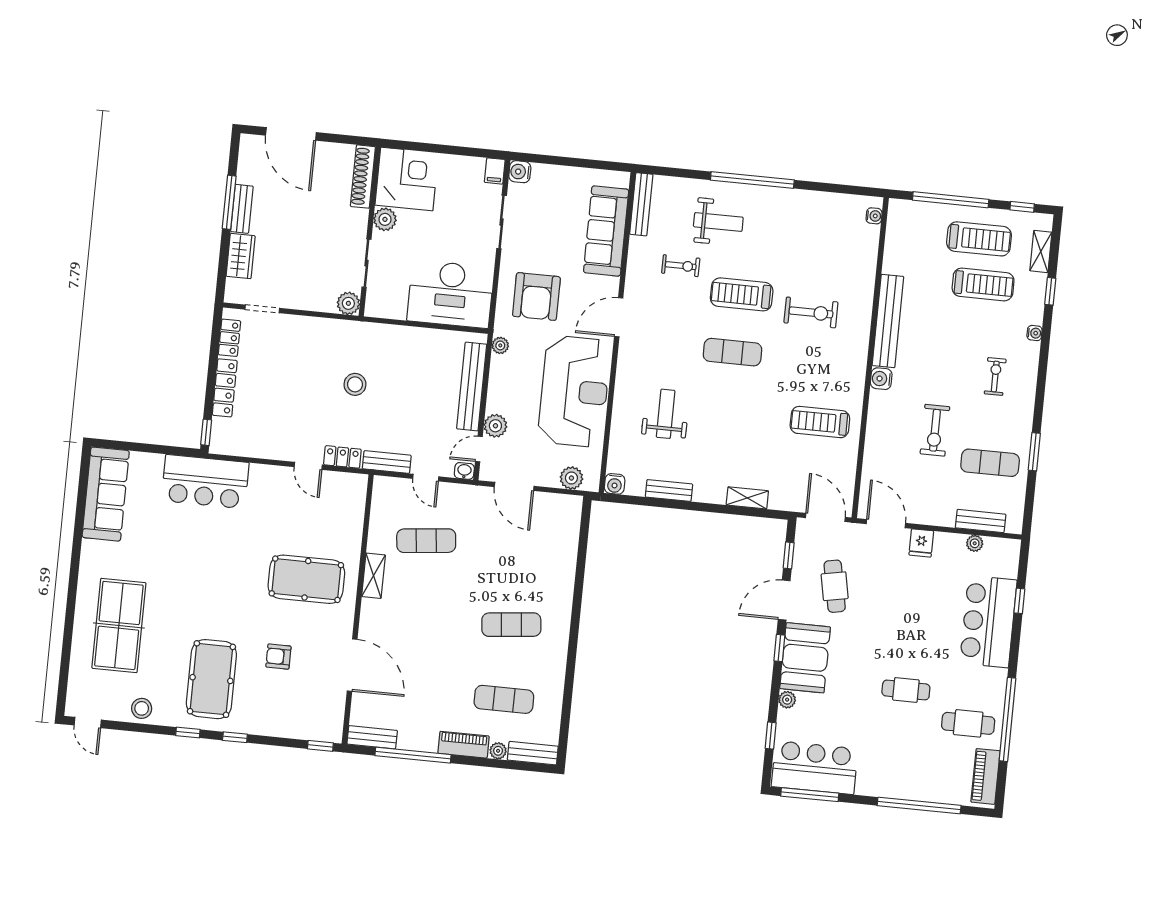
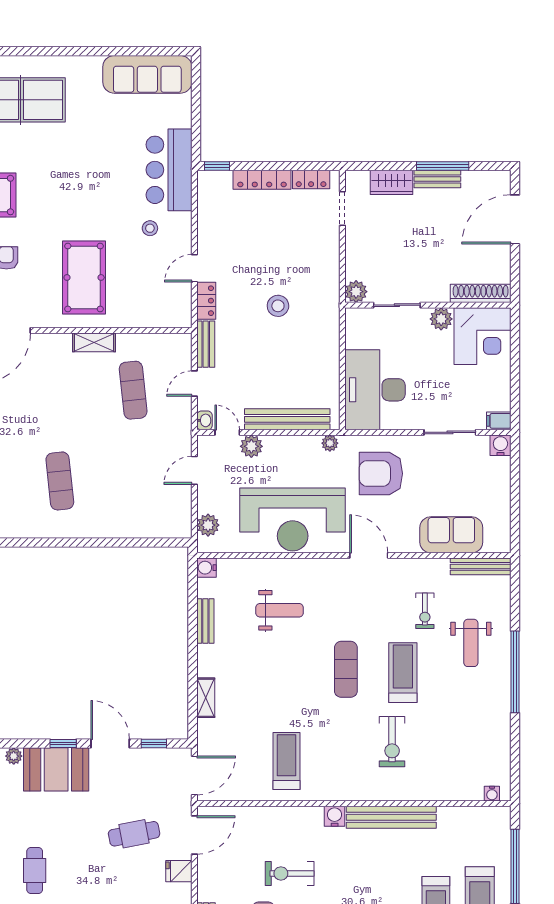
sofa: (606, 231) -> (451, 535), width x0.73
door: (514, 486) -> (194, 470), width x0.73
stool: (263, 507) -> (150, 228), added
cafe table: (835, 586) -> (134, 834), moved

